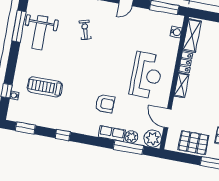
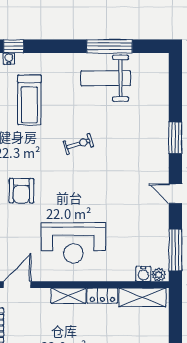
plant: (179, 22) -> (159, 275), added
exercise bike: (85, 30) -> (78, 144), moved
treadmill: (45, 87) -> (29, 100), turned 180

